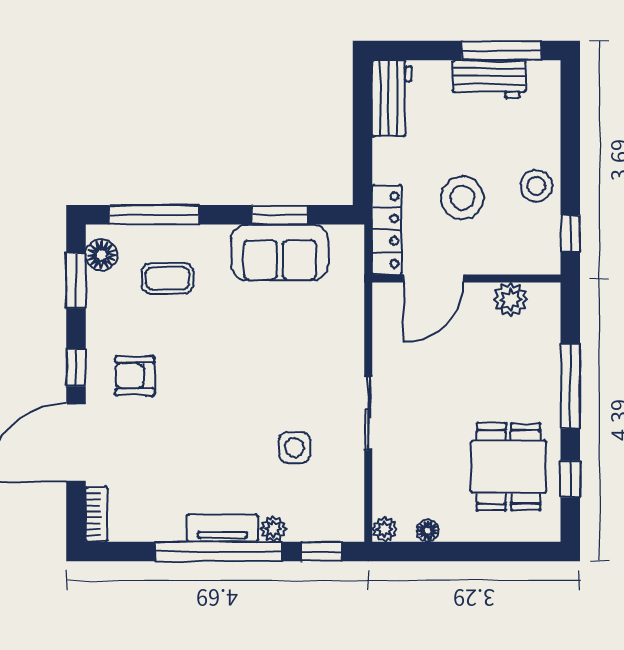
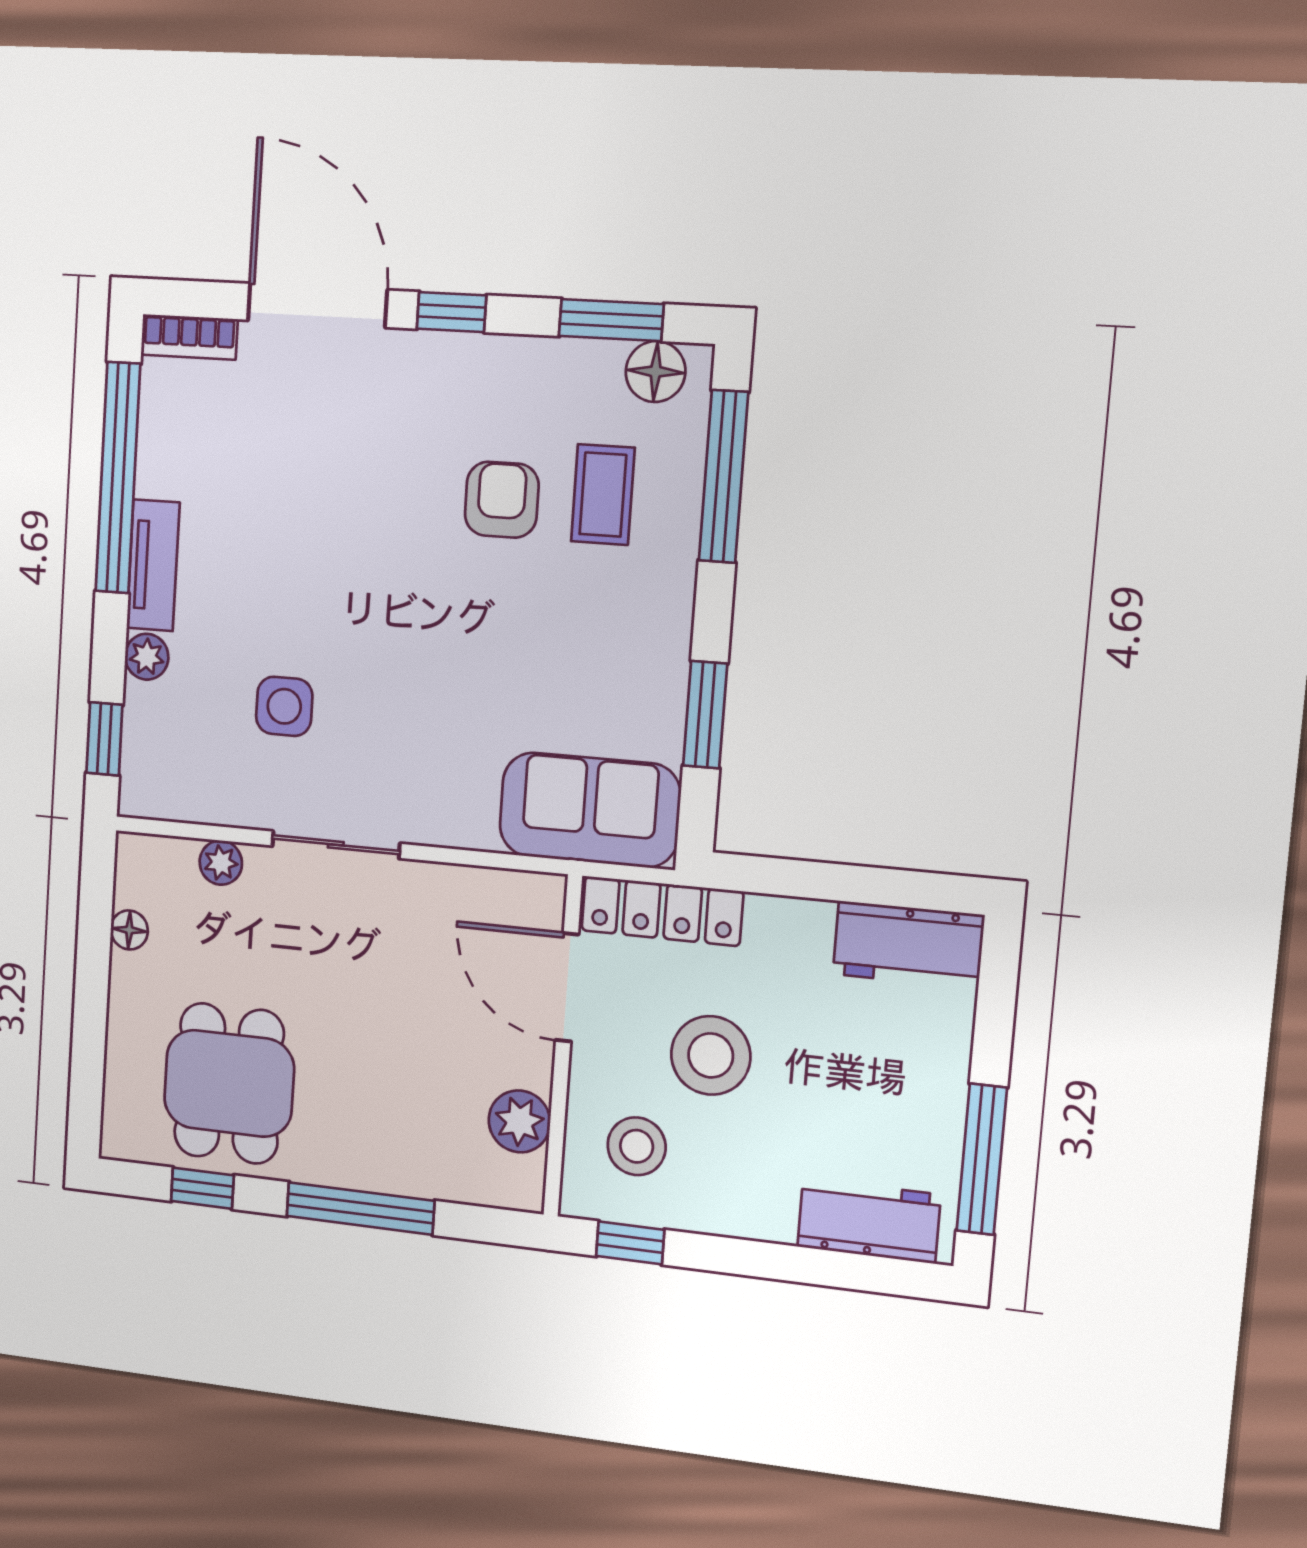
workbench: (489, 79) -> (869, 1221), moved, turned 90
stool: (536, 186) -> (637, 1146), moved
sofa: (280, 253) -> (590, 810), moved, turned 90
armchair: (135, 376) -> (502, 500), moved
dining table: (509, 467) -> (229, 1083), turned 90
plant: (384, 529) -> (221, 863), moved
window: (219, 551) -> (118, 478), moved

